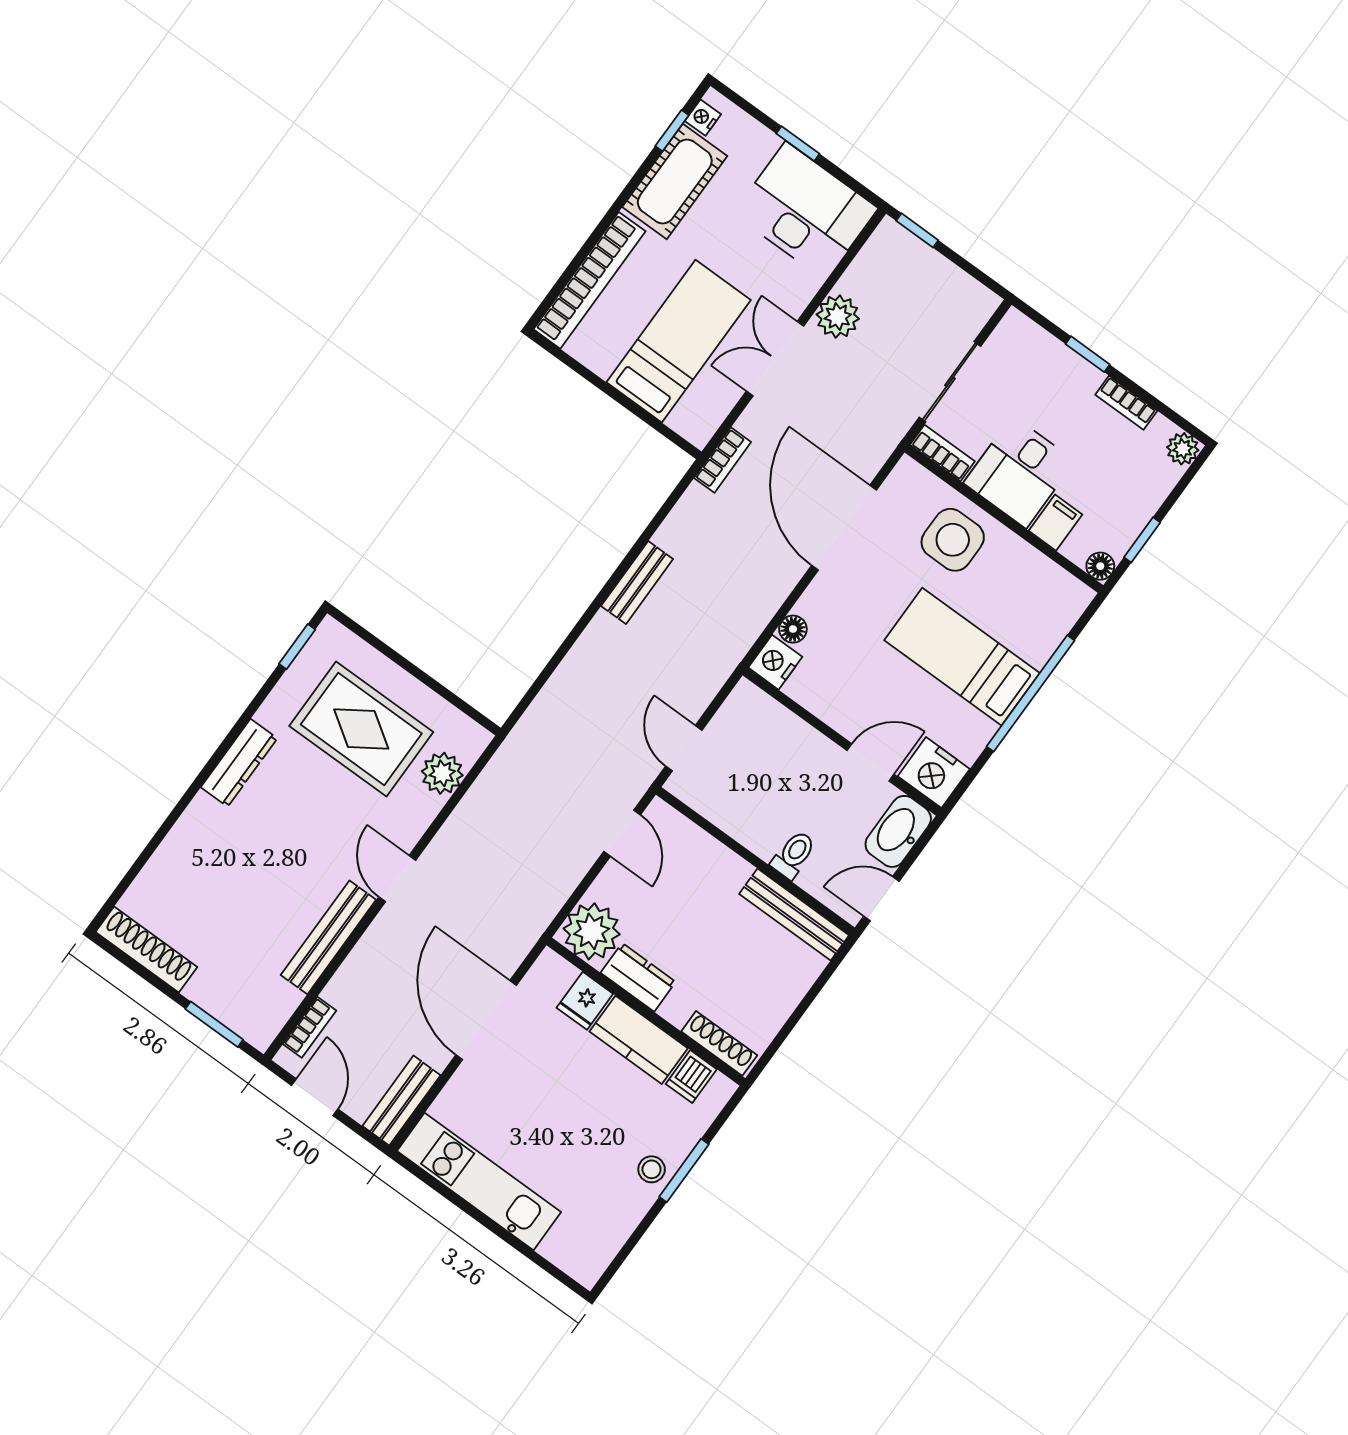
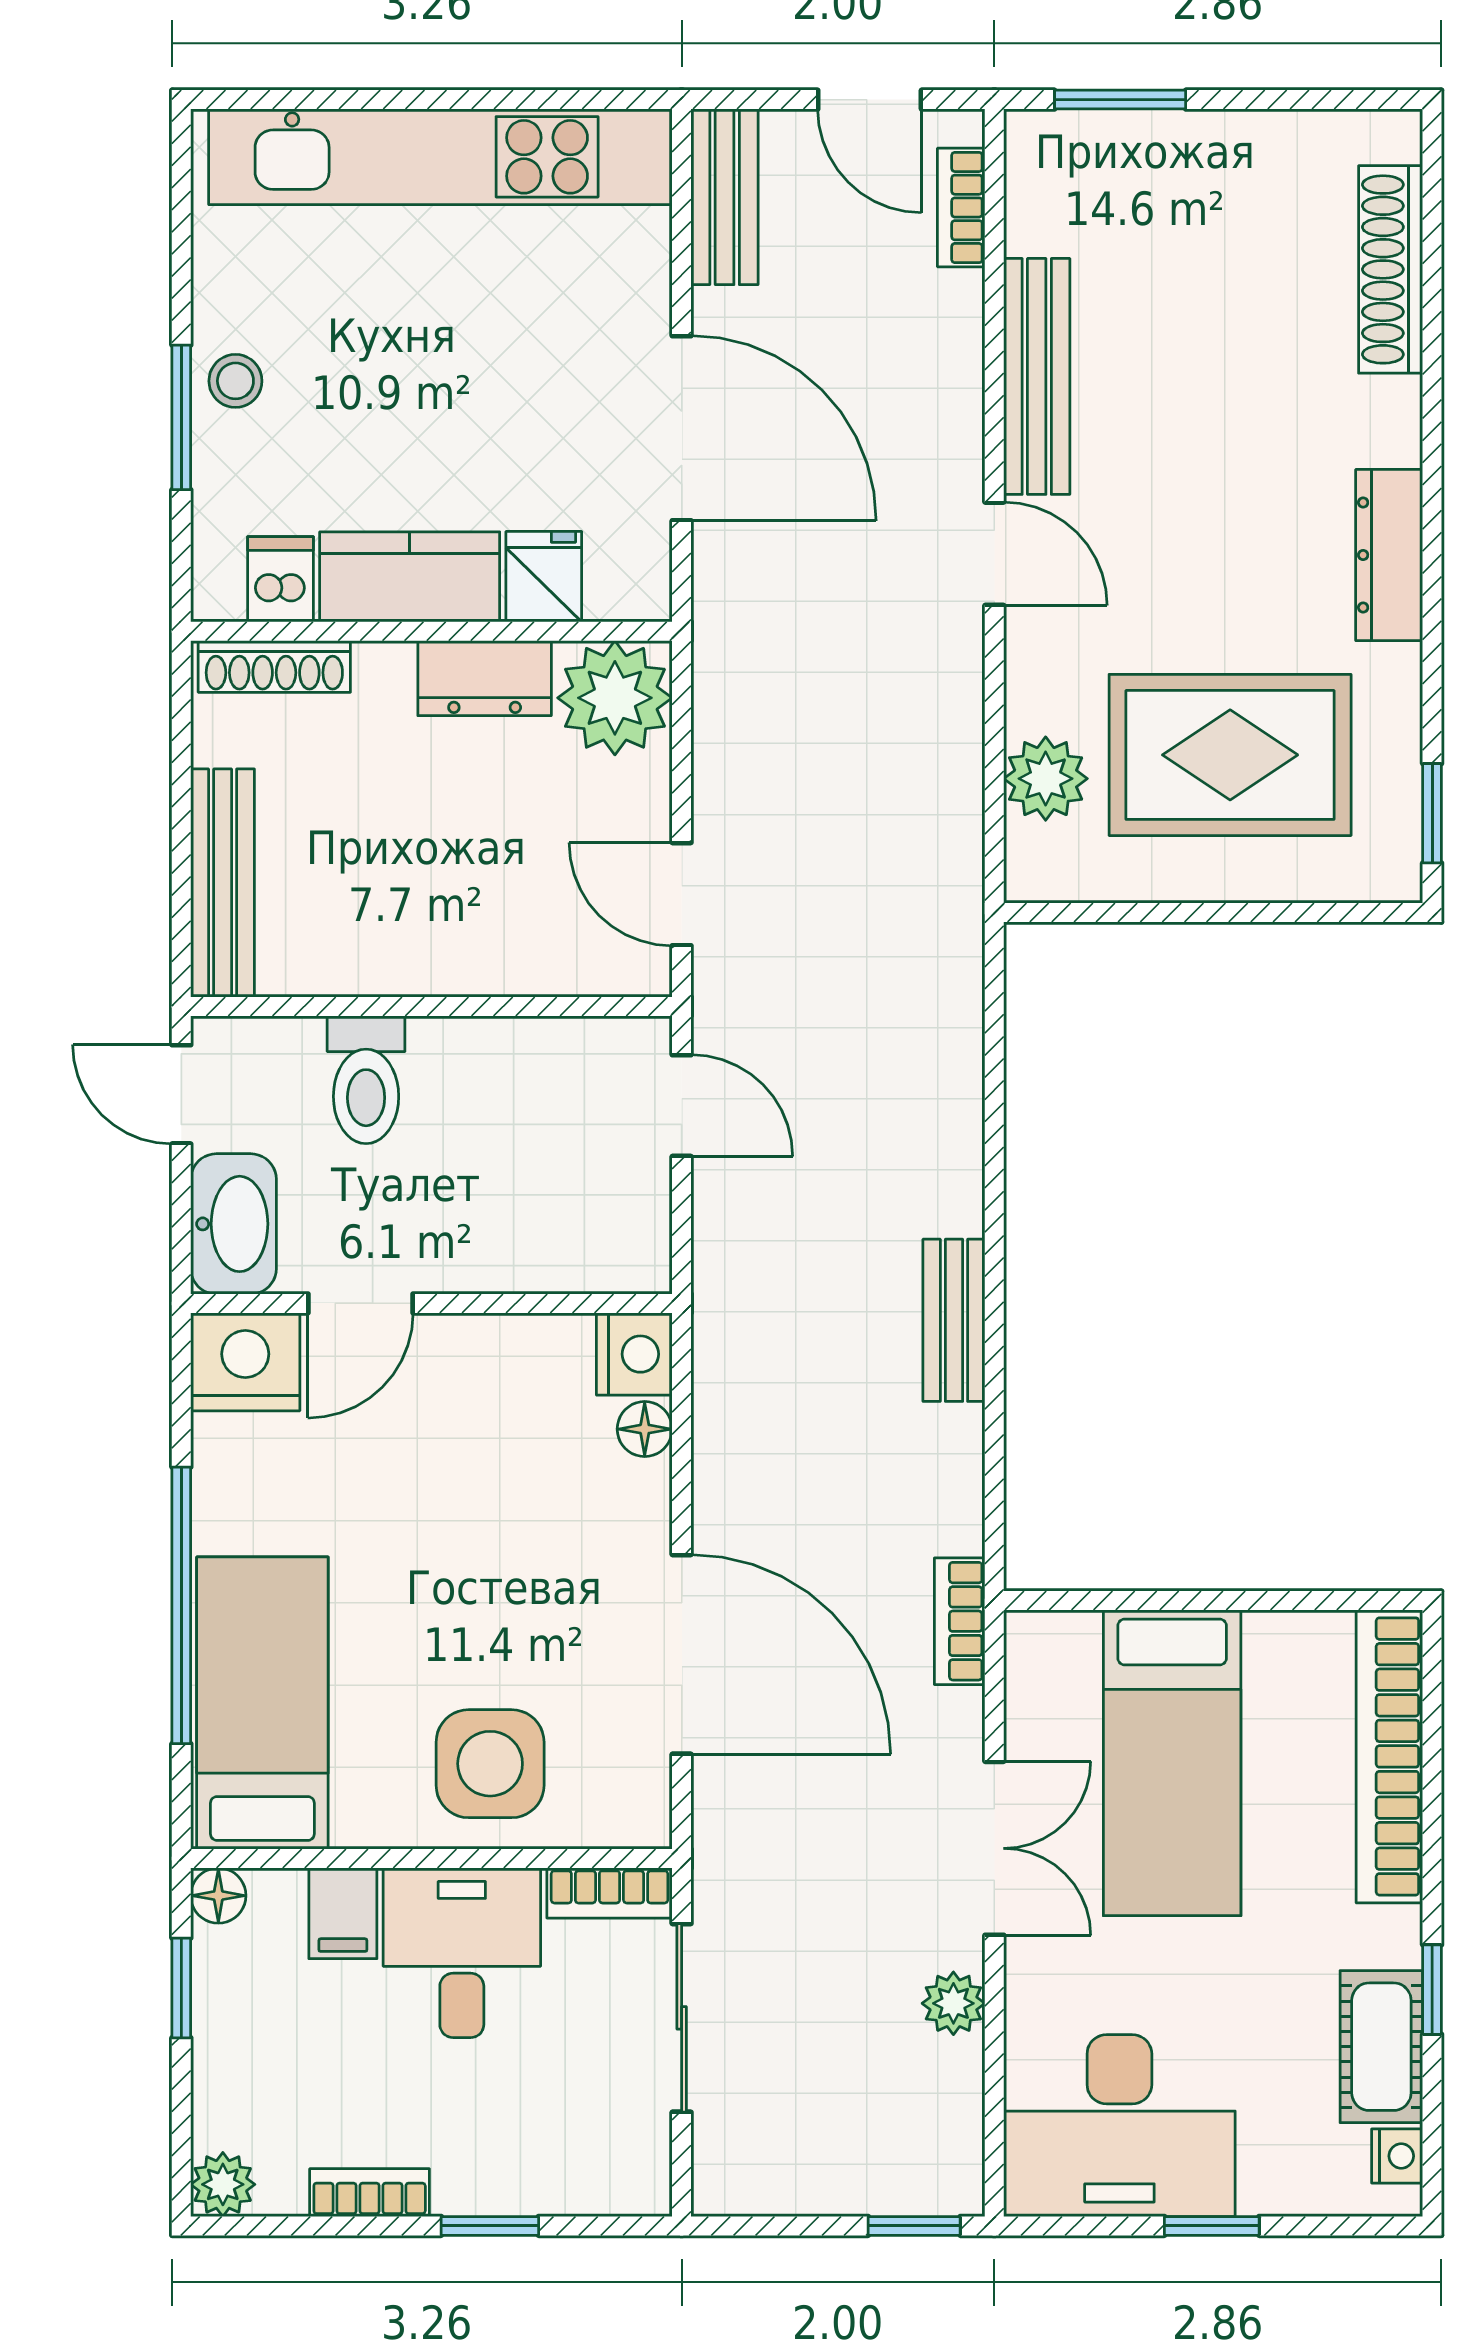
window: (672, 131) -> (1432, 1990), moved
cot: (675, 181) -> (1381, 2047), width x0.73, depth x0.75
plant: (838, 317) -> (953, 2003), width x0.73, depth x0.73
bed: (962, 657) -> (262, 1703), moved, turned -90
toilet: (794, 855) -> (366, 1080), width x1.37, depth x1.39
door: (881, 899) -> (181, 1094), swing flipped
bench: (794, 915) -> (223, 883), moved, turned 90
shoe rack: (146, 950) -> (1391, 269), moved, turned 90
kitchen unit: (479, 1181) -> (440, 157), width x1.36

